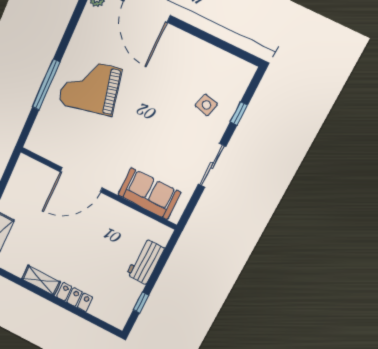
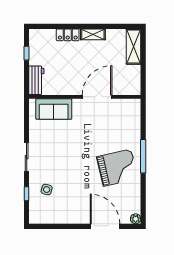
door: (81, 180) -> (97, 97), moved
wall: (98, 188) -> (85, 97), moved
sofa: (149, 194) -> (54, 109), moved

